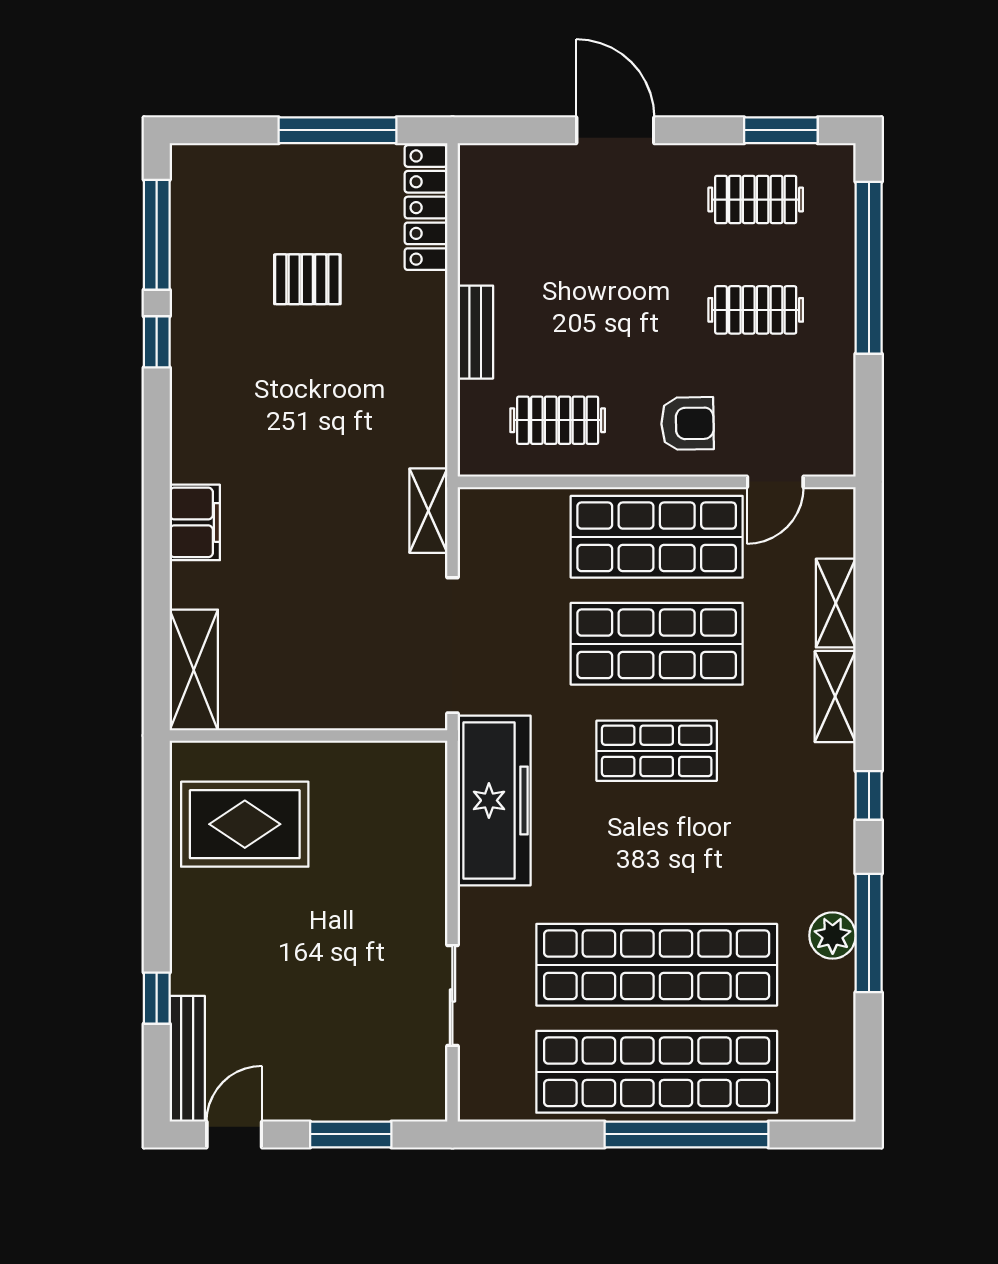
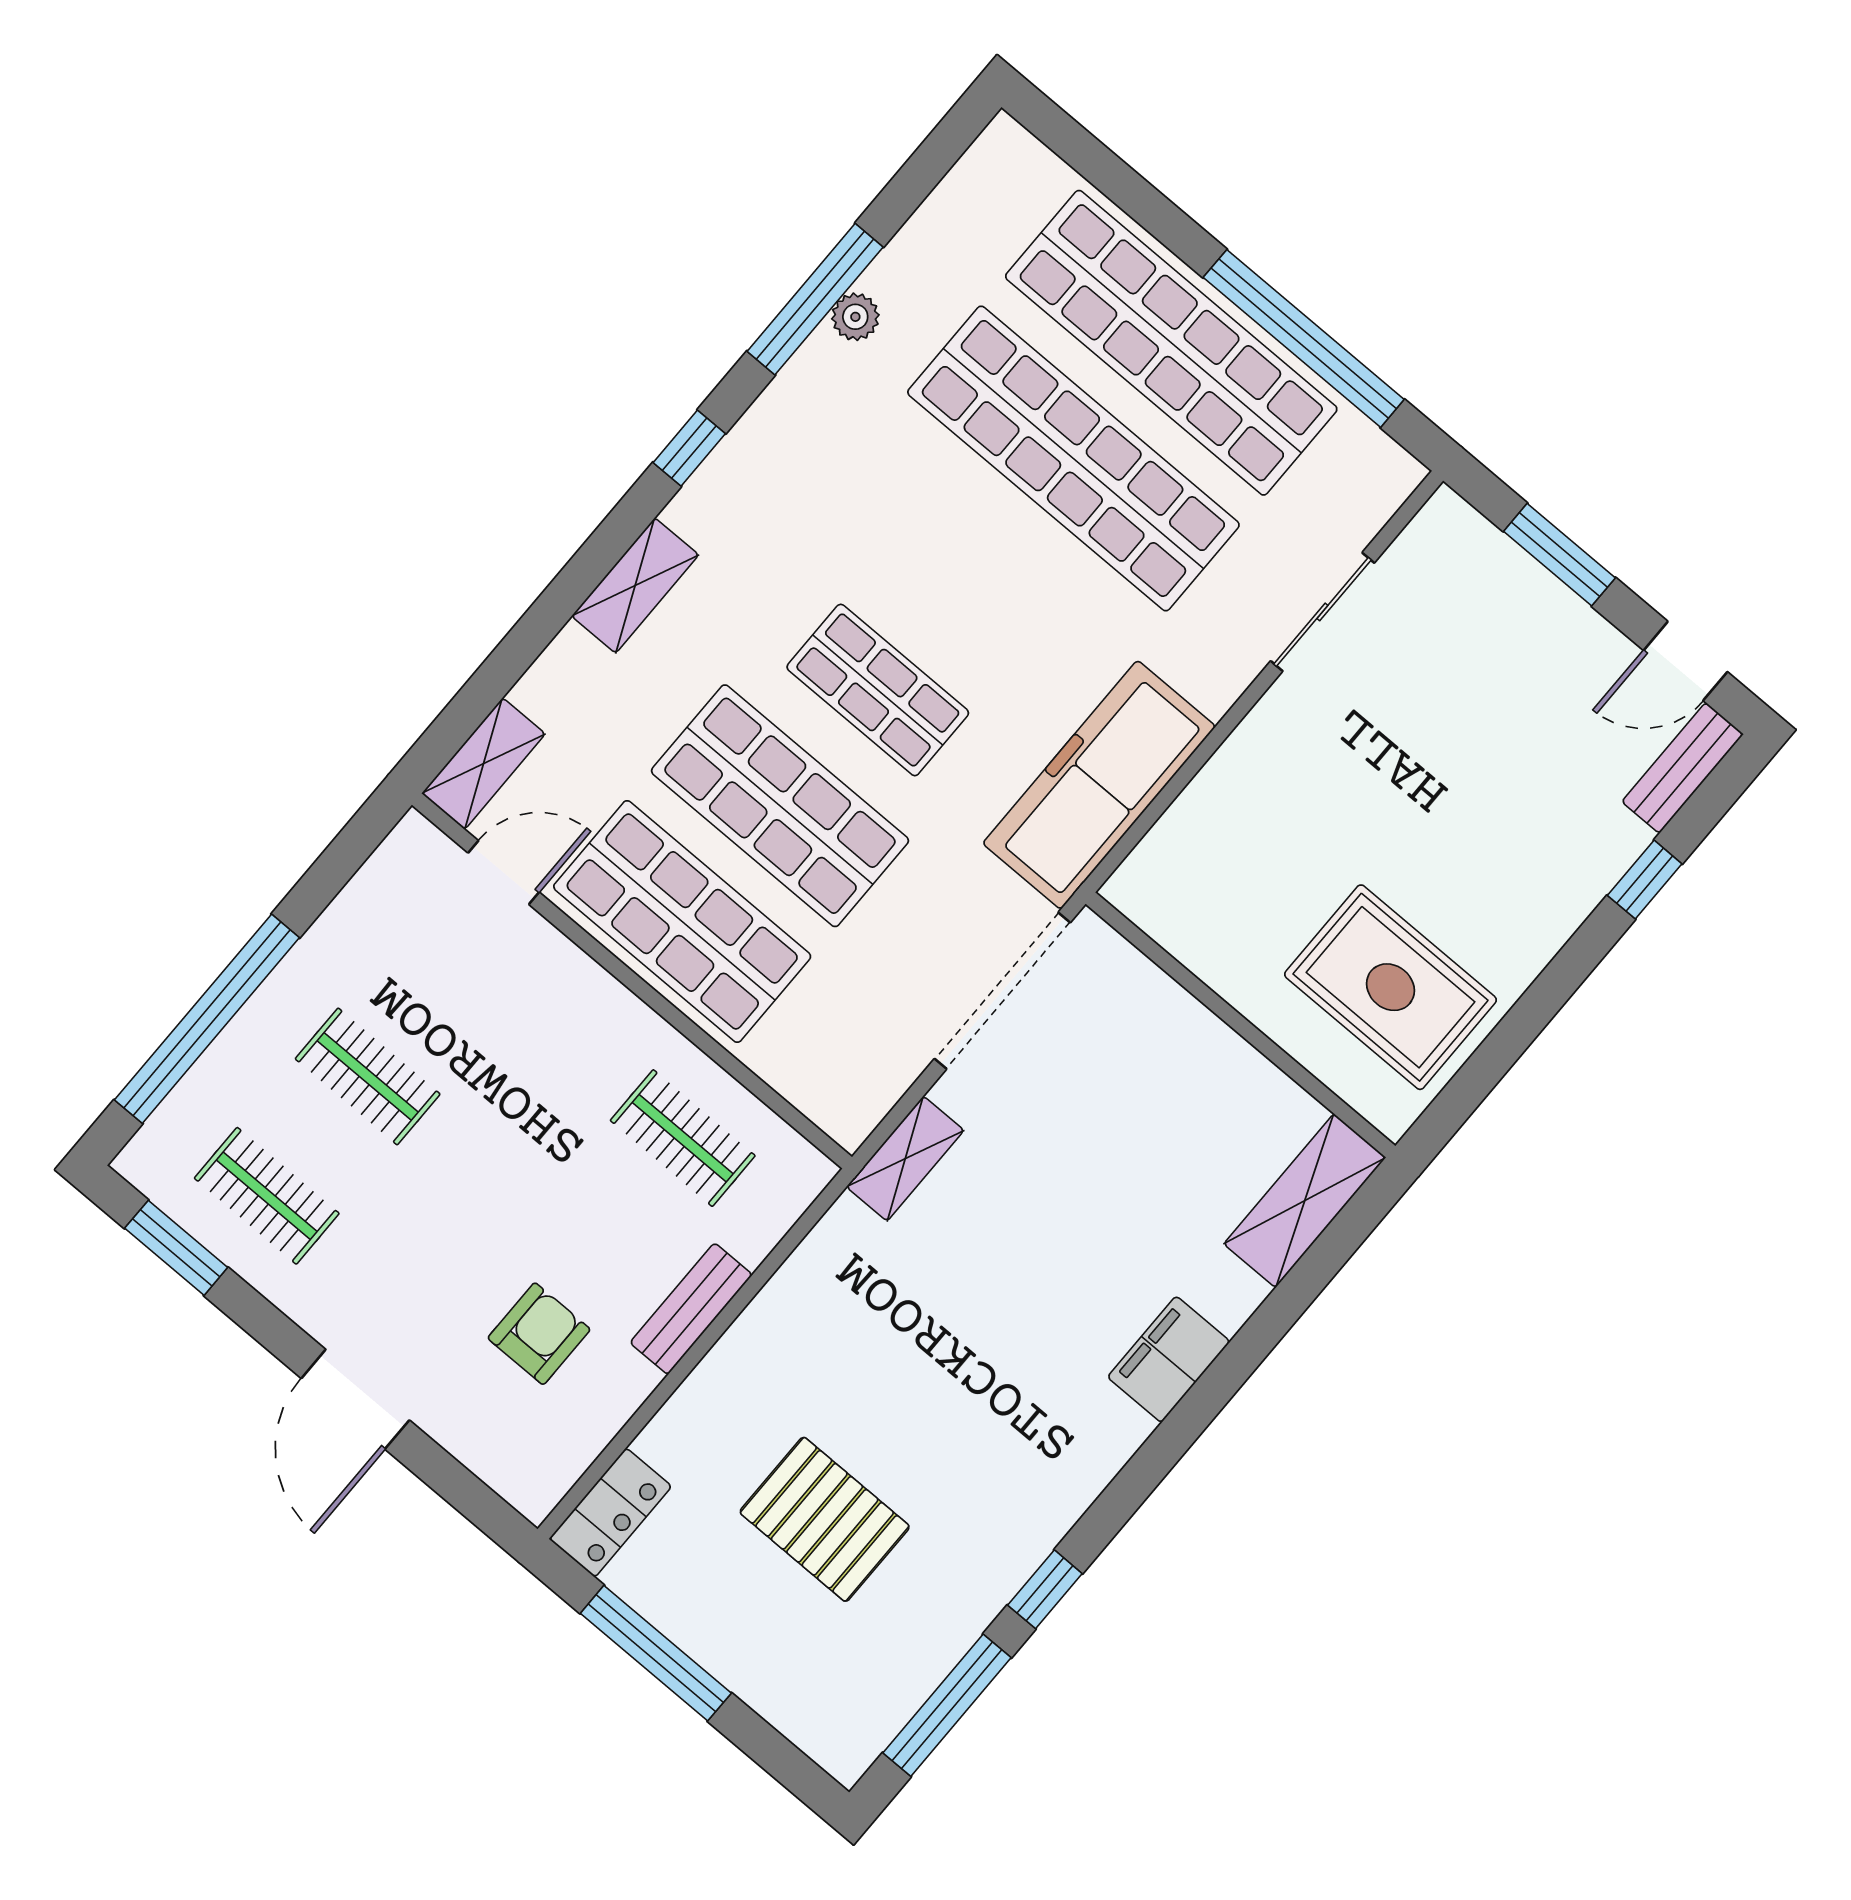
locker: (426, 208) -> (610, 1513), width x0.66
pallet: (307, 279) -> (825, 1519), width x1.50, depth x1.42
armchair: (687, 423) -> (539, 1334), moved, turned 91
shelving: (836, 603) -> (484, 764), moved
plant: (833, 935) -> (855, 317), width x0.73, depth x0.73
bench: (187, 1059) -> (1682, 768), width x0.73
window: (687, 1134) -> (1304, 338), moved

